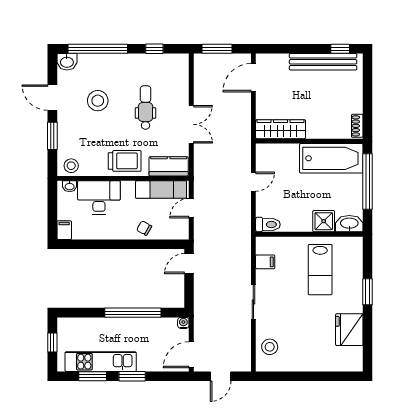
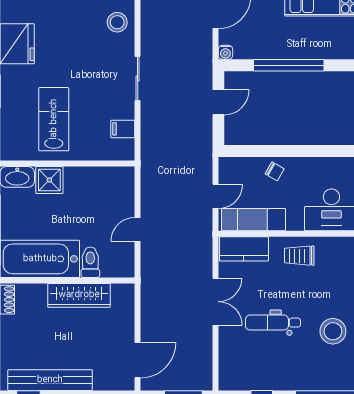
dental chair: (146, 108) -> (273, 323), turned 90
double door: (191, 124) -> (215, 302), swing flipped
wardrobe: (281, 129) -> (79, 295), moved
trolley: (125, 161) -> (299, 256), width x0.73, depth x0.72
toilet: (268, 225) -> (90, 262), moved, turned 90
door: (189, 264) -> (218, 102), moved

